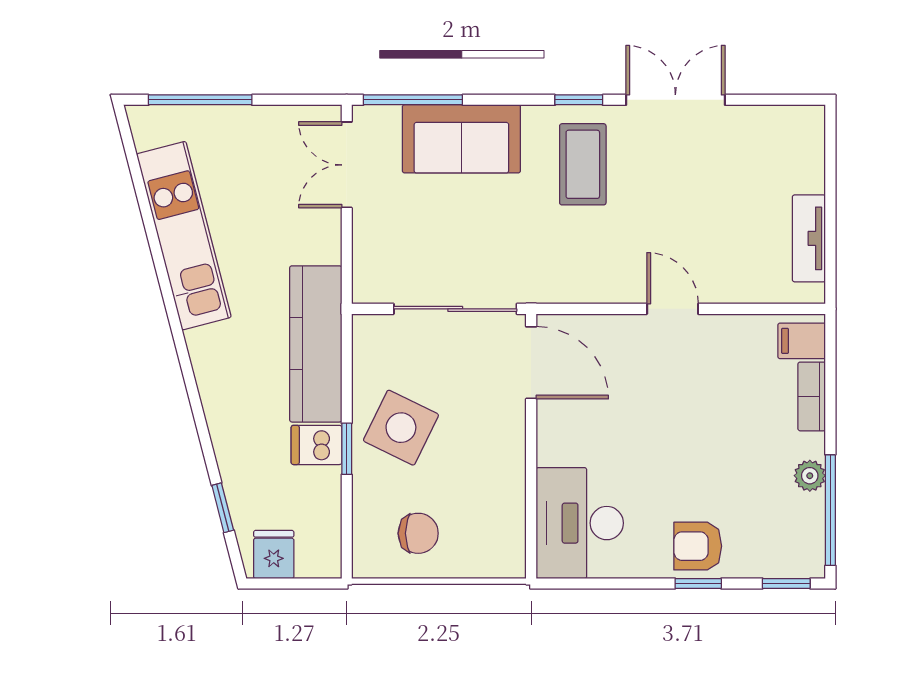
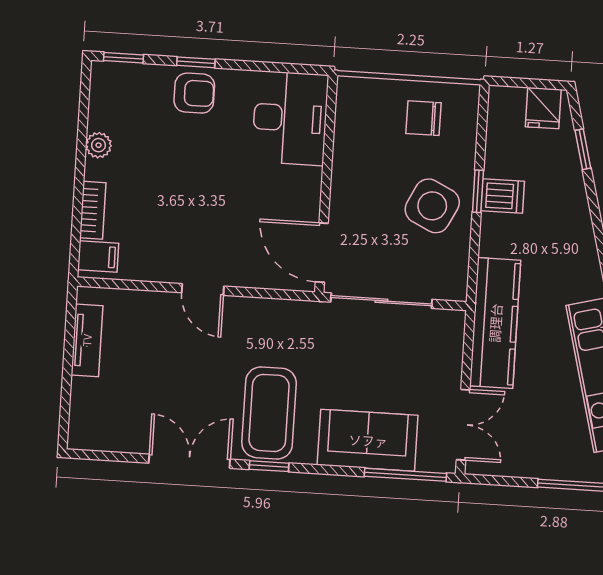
double door: (675, 100) -> (189, 461), swing flipped
coffee table: (583, 164) -> (269, 413), width x1.36, depth x1.32
kitchen counter: (316, 344) -> (495, 323), moved
window: (830, 510) -> (83, 116), removed

